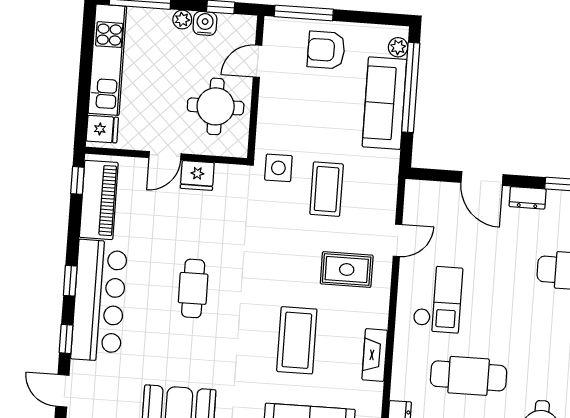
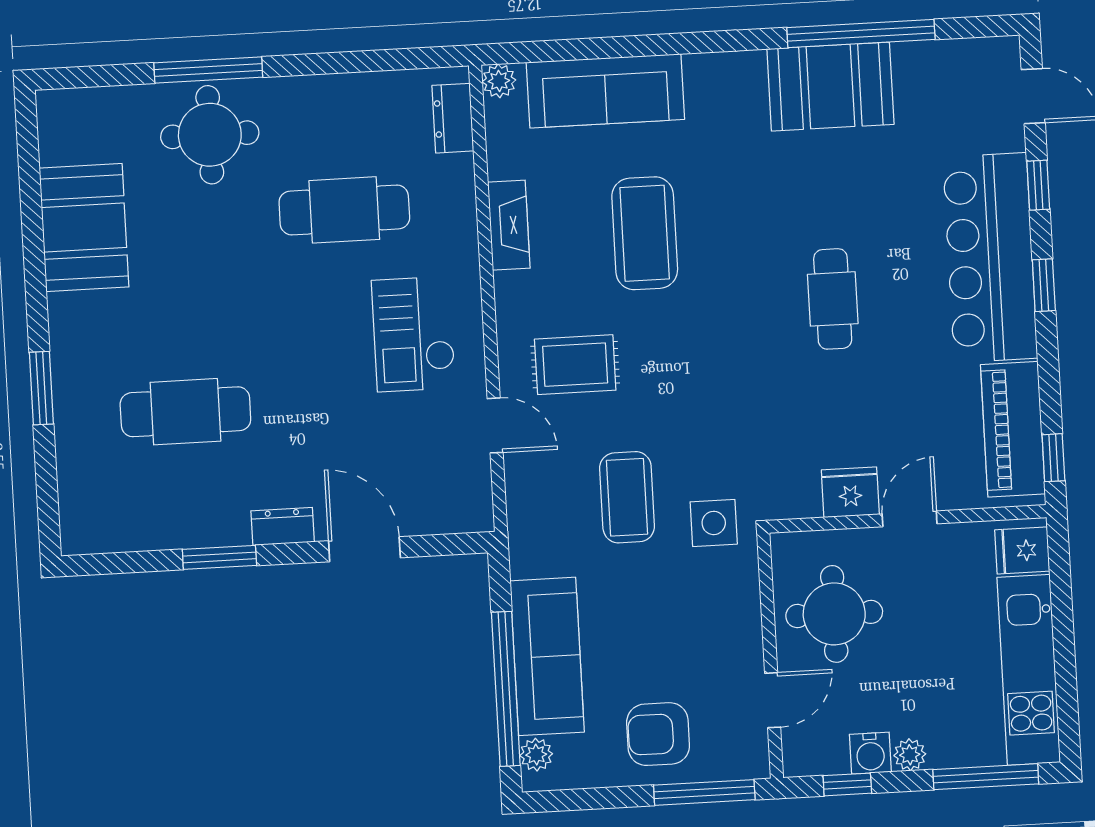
armchair: (326, 50) -> (658, 734), turned 180
door: (397, 240) -> (495, 425), swing flipped

